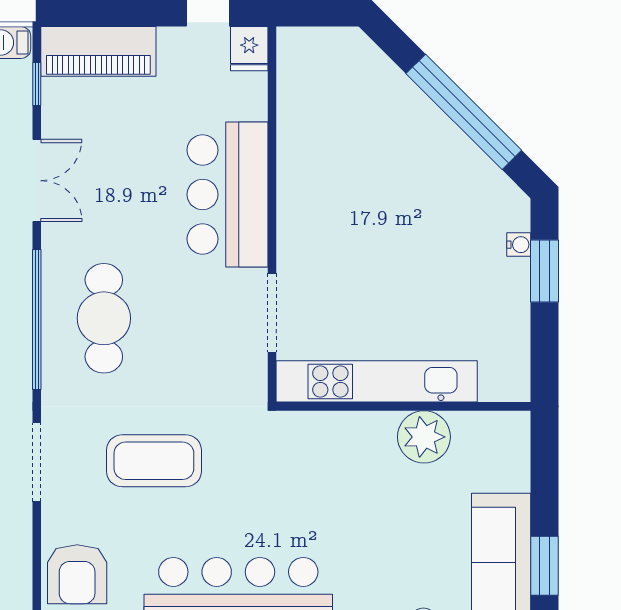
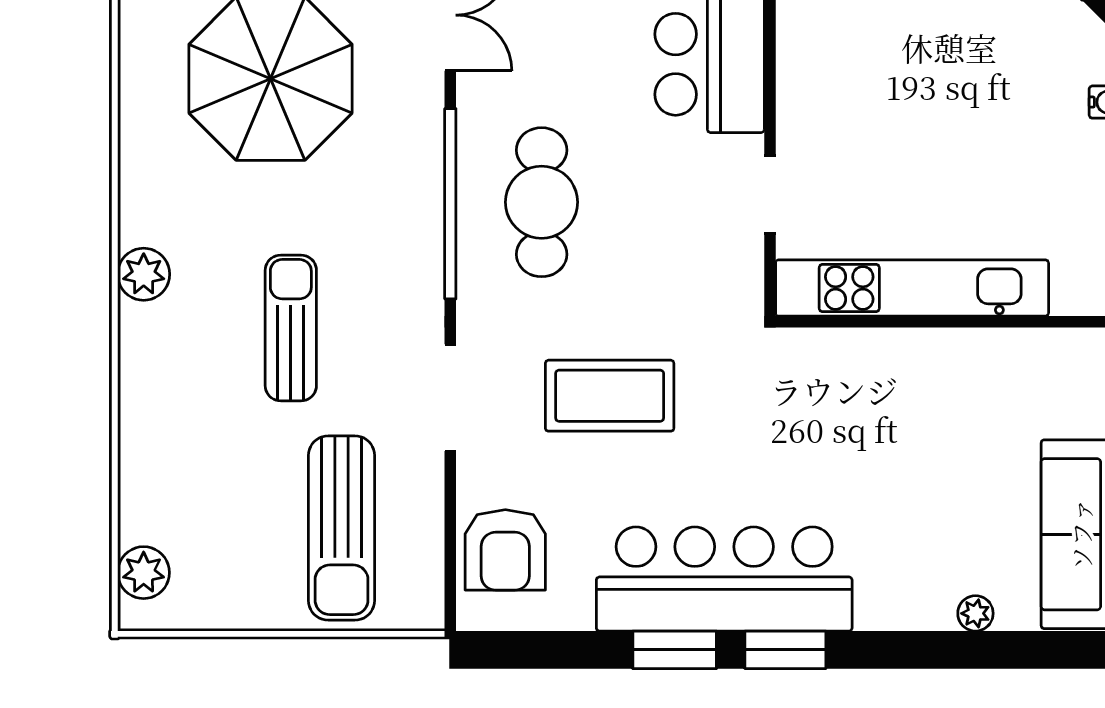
doorway: (272, 313) -> (770, 195), width x0.73
plant: (424, 437) -> (976, 363), removed

